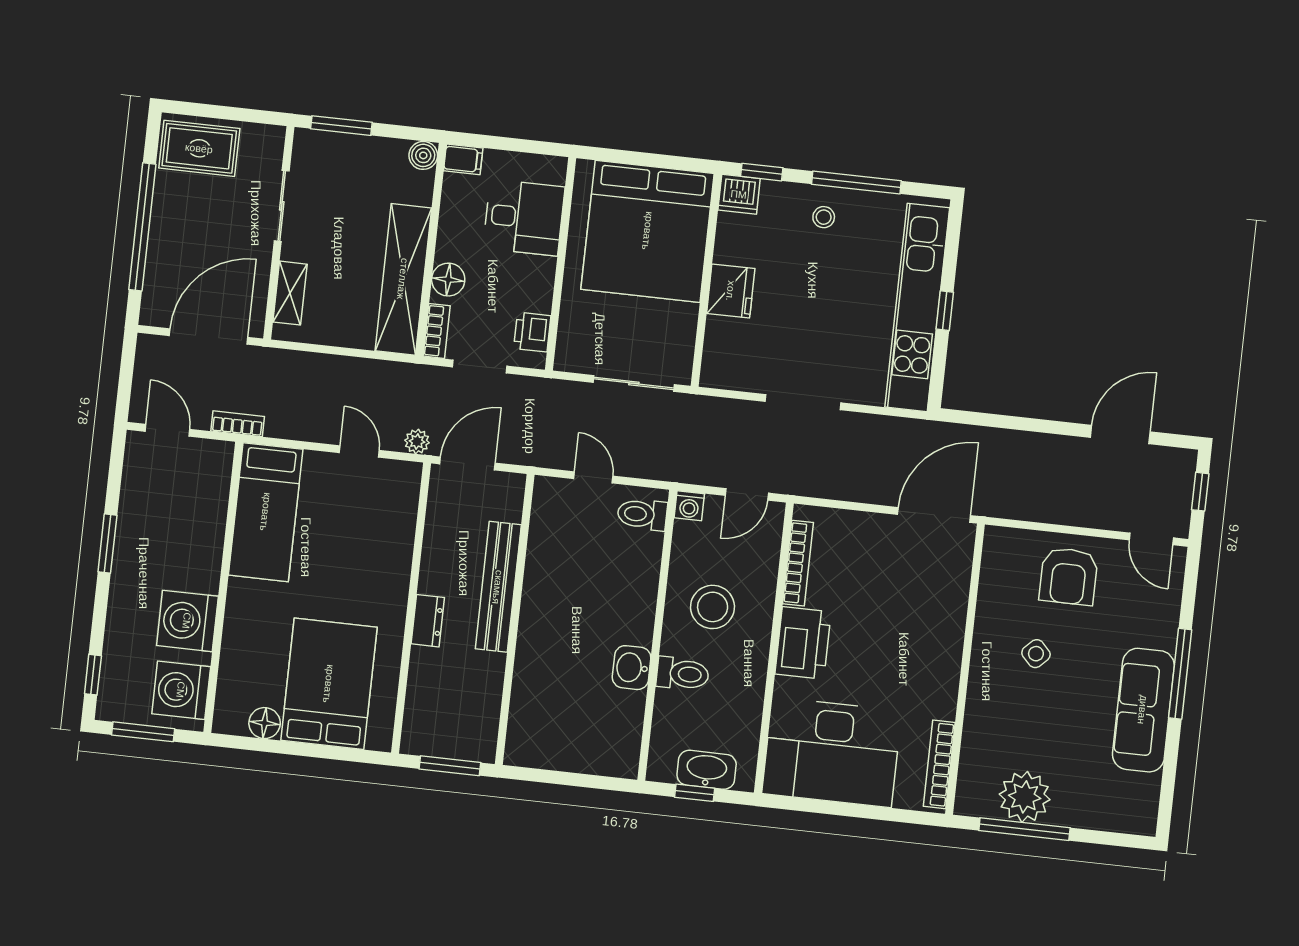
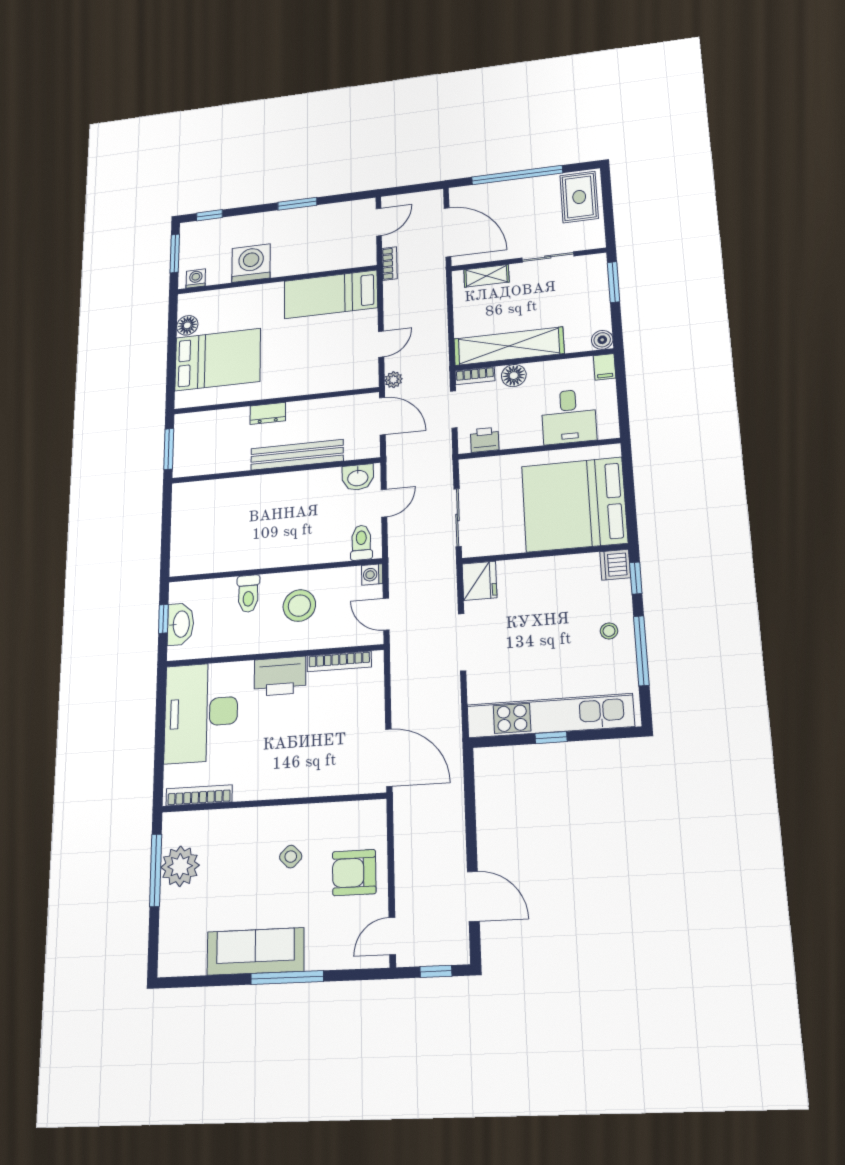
fridge: (731, 291) -> (479, 581), moved, turned -90
washbasin: (632, 668) -> (358, 477), moved, turned 180
washing machine: (181, 690) -> (196, 278), width x0.53, depth x0.53

